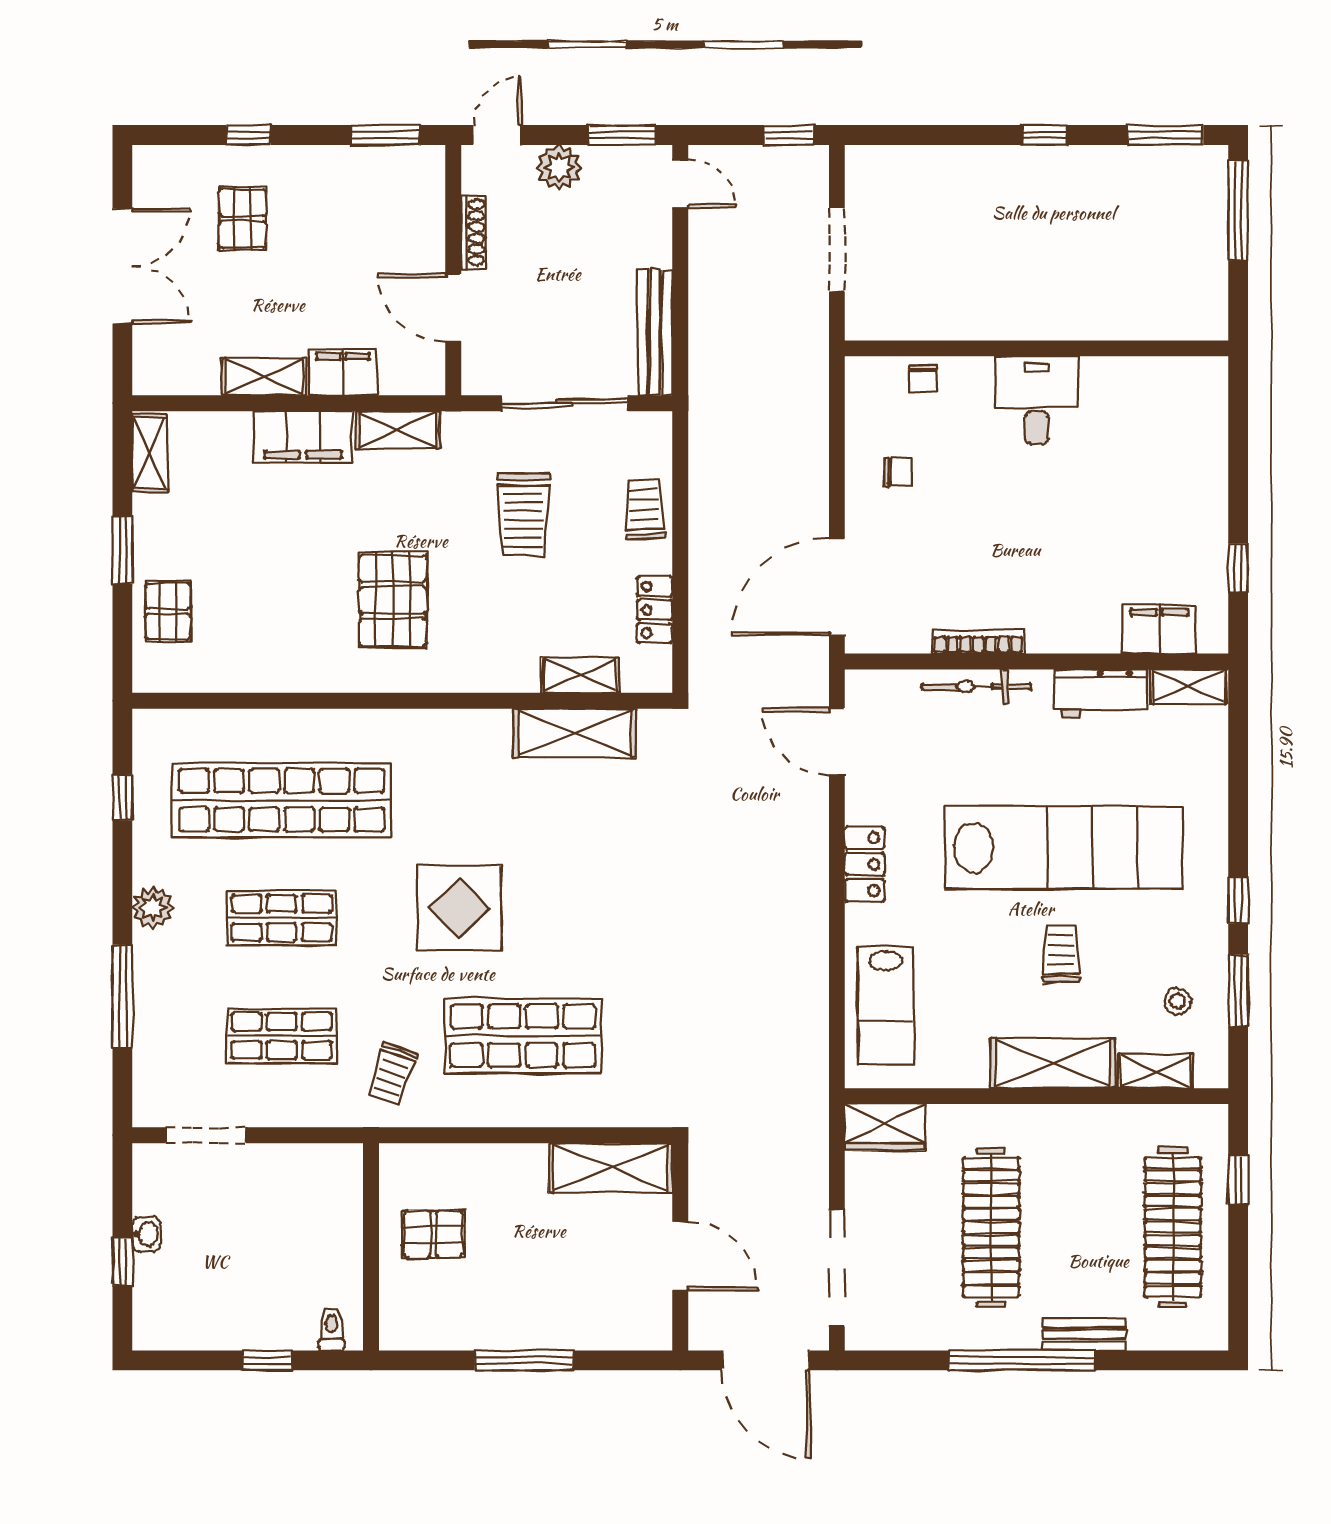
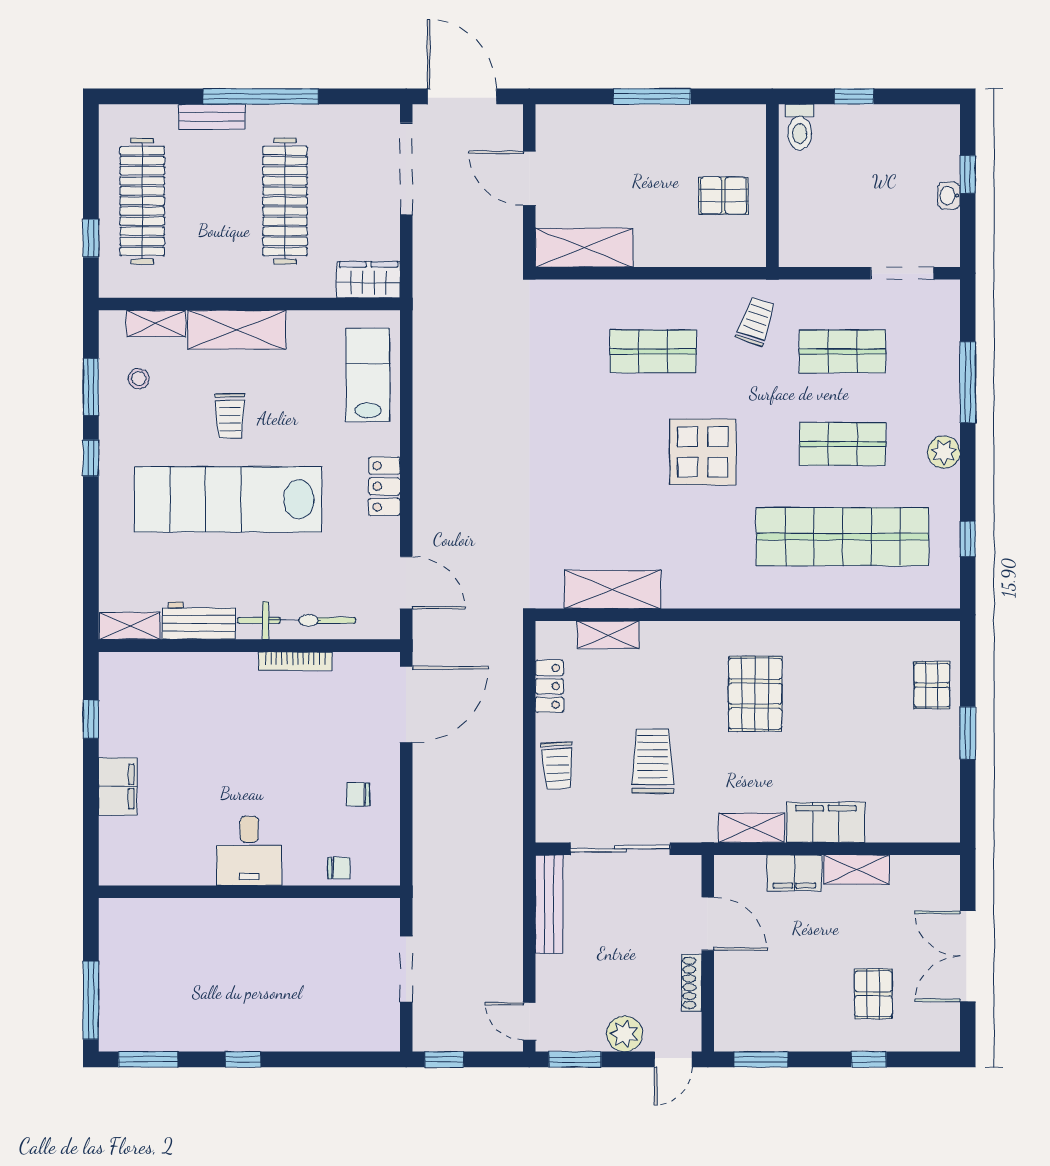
chair: (923, 379) -> (339, 868), turned 90
shelving: (150, 453) -> (946, 810), removed
filing cabinet: (1159, 629) -> (118, 786), moved, turned -90
bicycle: (976, 687) -> (297, 620), width x1.37, depth x1.40
shop shelf: (523, 1036) -> (653, 351), width x0.70, depth x0.74
toilet: (331, 1329) -> (800, 127), width x1.37, depth x1.39

